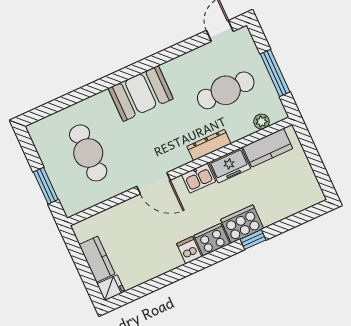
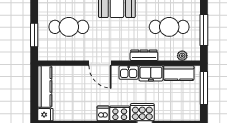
window: (311, 152) -> (204, 88), added
cafe table: (88, 153) -> (69, 27), turned 90
kitchen counter: (97, 259) -> (45, 87), width x1.50

